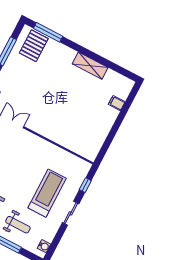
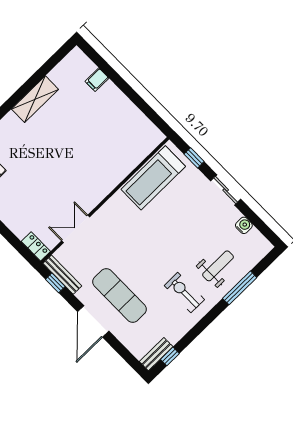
treadmill: (47, 193) -> (153, 178), moved, turned -90
water cooler: (44, 246) -> (244, 225), moved

